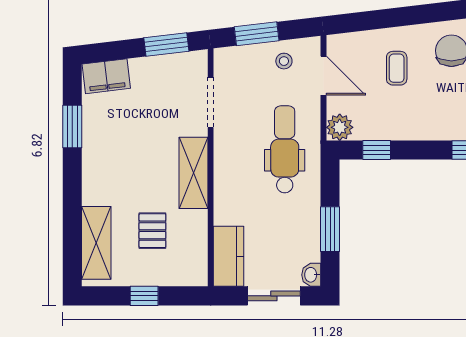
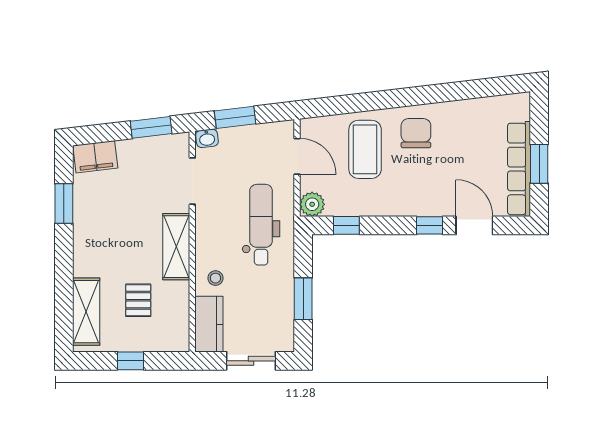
stool: (284, 61) -> (215, 278), moved
coffee table: (397, 68) -> (365, 149), width x1.86, depth x1.72
washbasin: (311, 275) -> (207, 138), moved, turned -97

